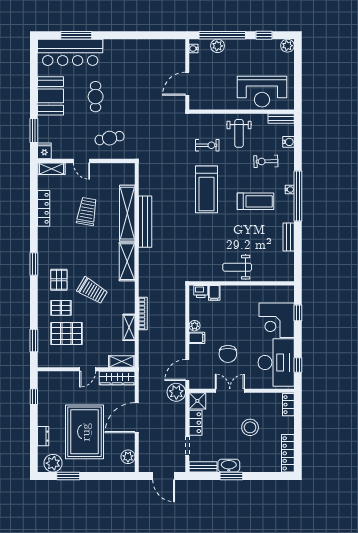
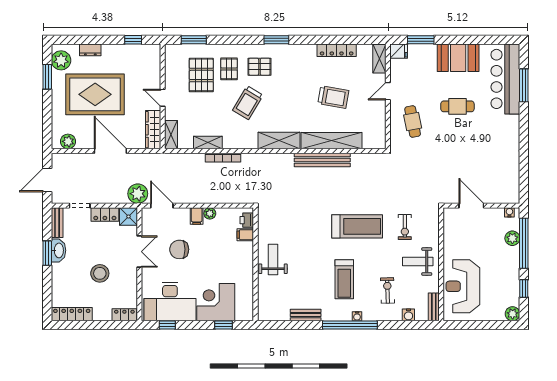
treadmill: (207, 189) -> (357, 226), turned 180

